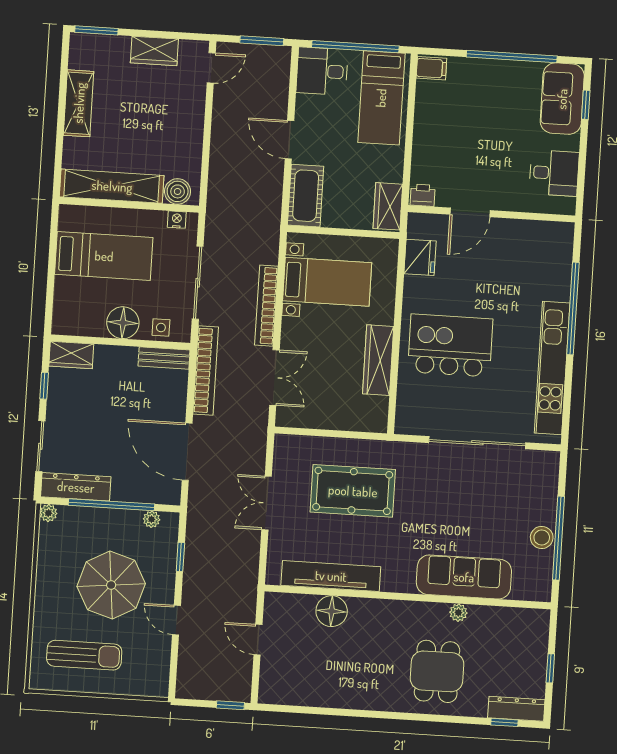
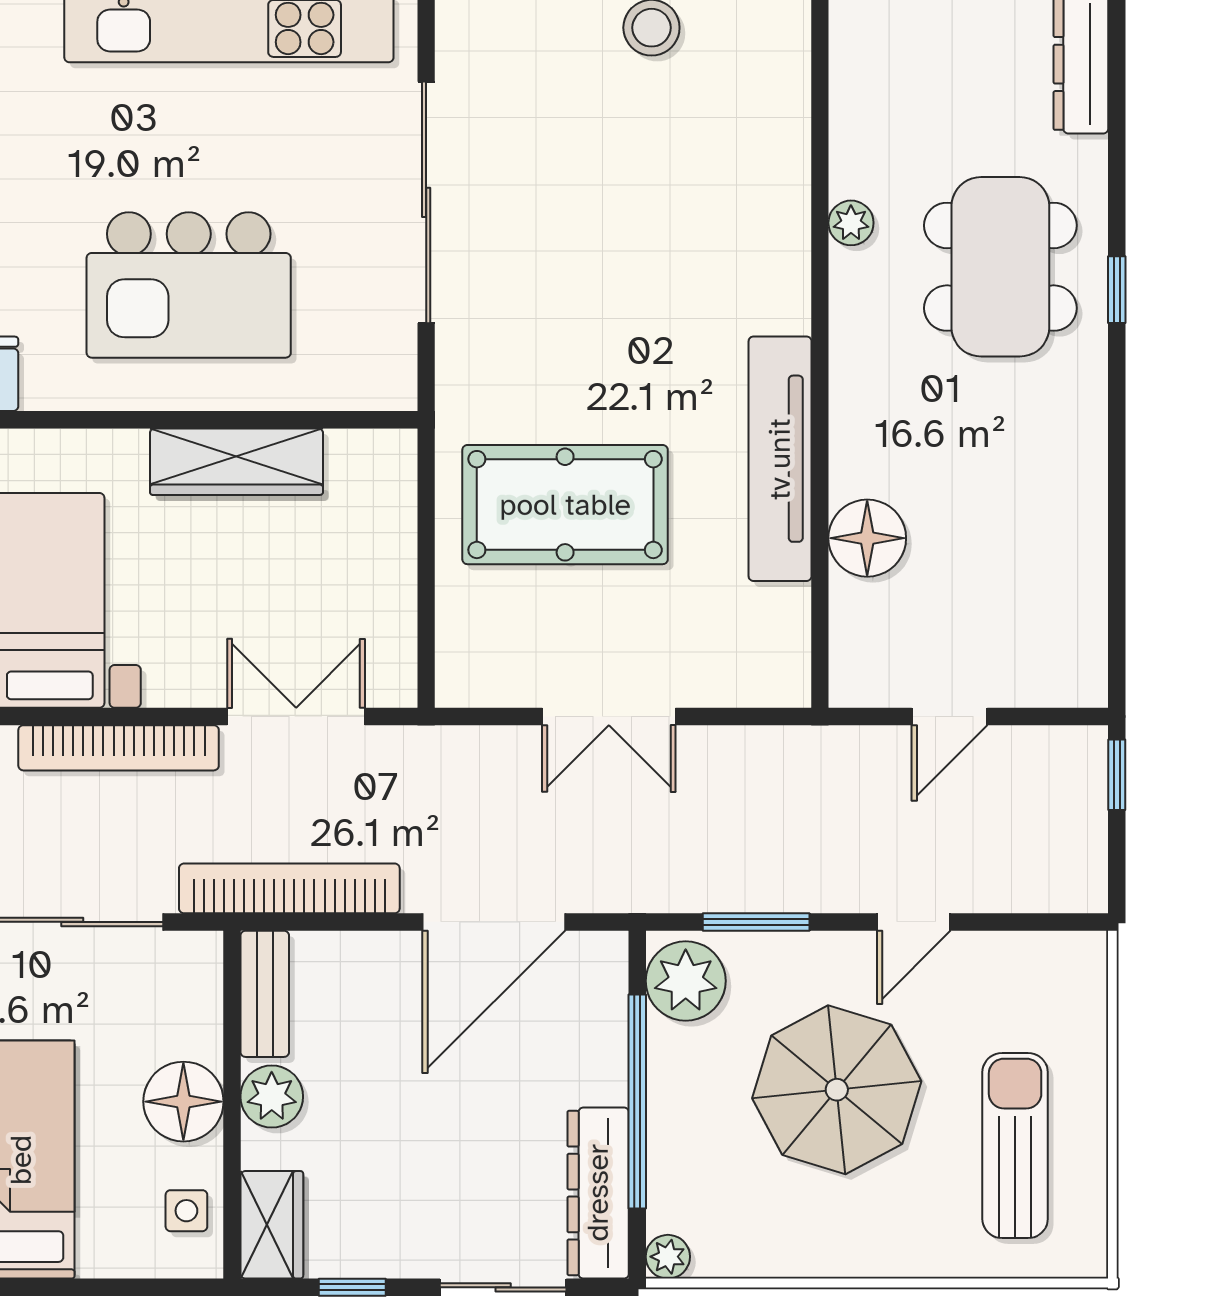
side table: (161, 328) -> (186, 1211), moved
kitchen island: (450, 345) -> (189, 285), turned -90
plant: (123, 358) -> (272, 1097), added
pool table: (353, 491) -> (565, 505), turned 90
plant: (152, 519) -> (686, 981), width x1.88, depth x1.88
window: (180, 557) -> (756, 922), width x1.50
tv unit: (331, 576) -> (780, 459), moved
sofa: (464, 577) -> (762, 215), removed
dining table: (437, 671) -> (1000, 267), width x1.38
window: (504, 722) -> (1117, 290), moved

